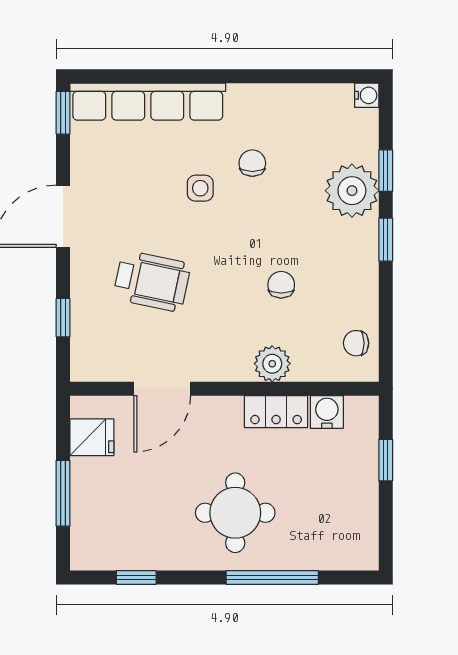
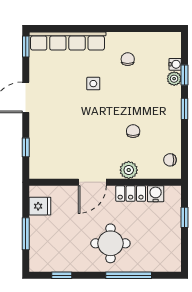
water cooler: (367, 95) -> (175, 64), moved
chair: (252, 163) -> (128, 59), moved
plant: (352, 191) -> (174, 79), width x0.53, depth x0.53
wheelchair: (152, 281) -> (69, 129), removed
door: (162, 389) -> (92, 182), moved

